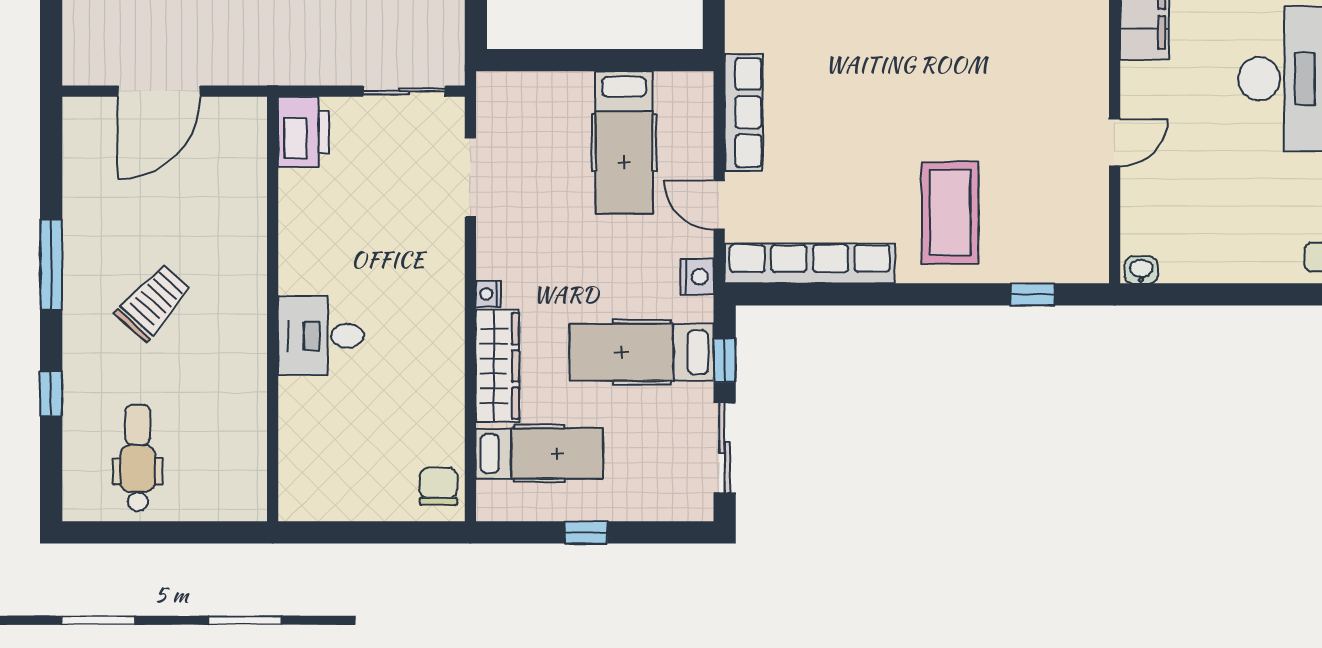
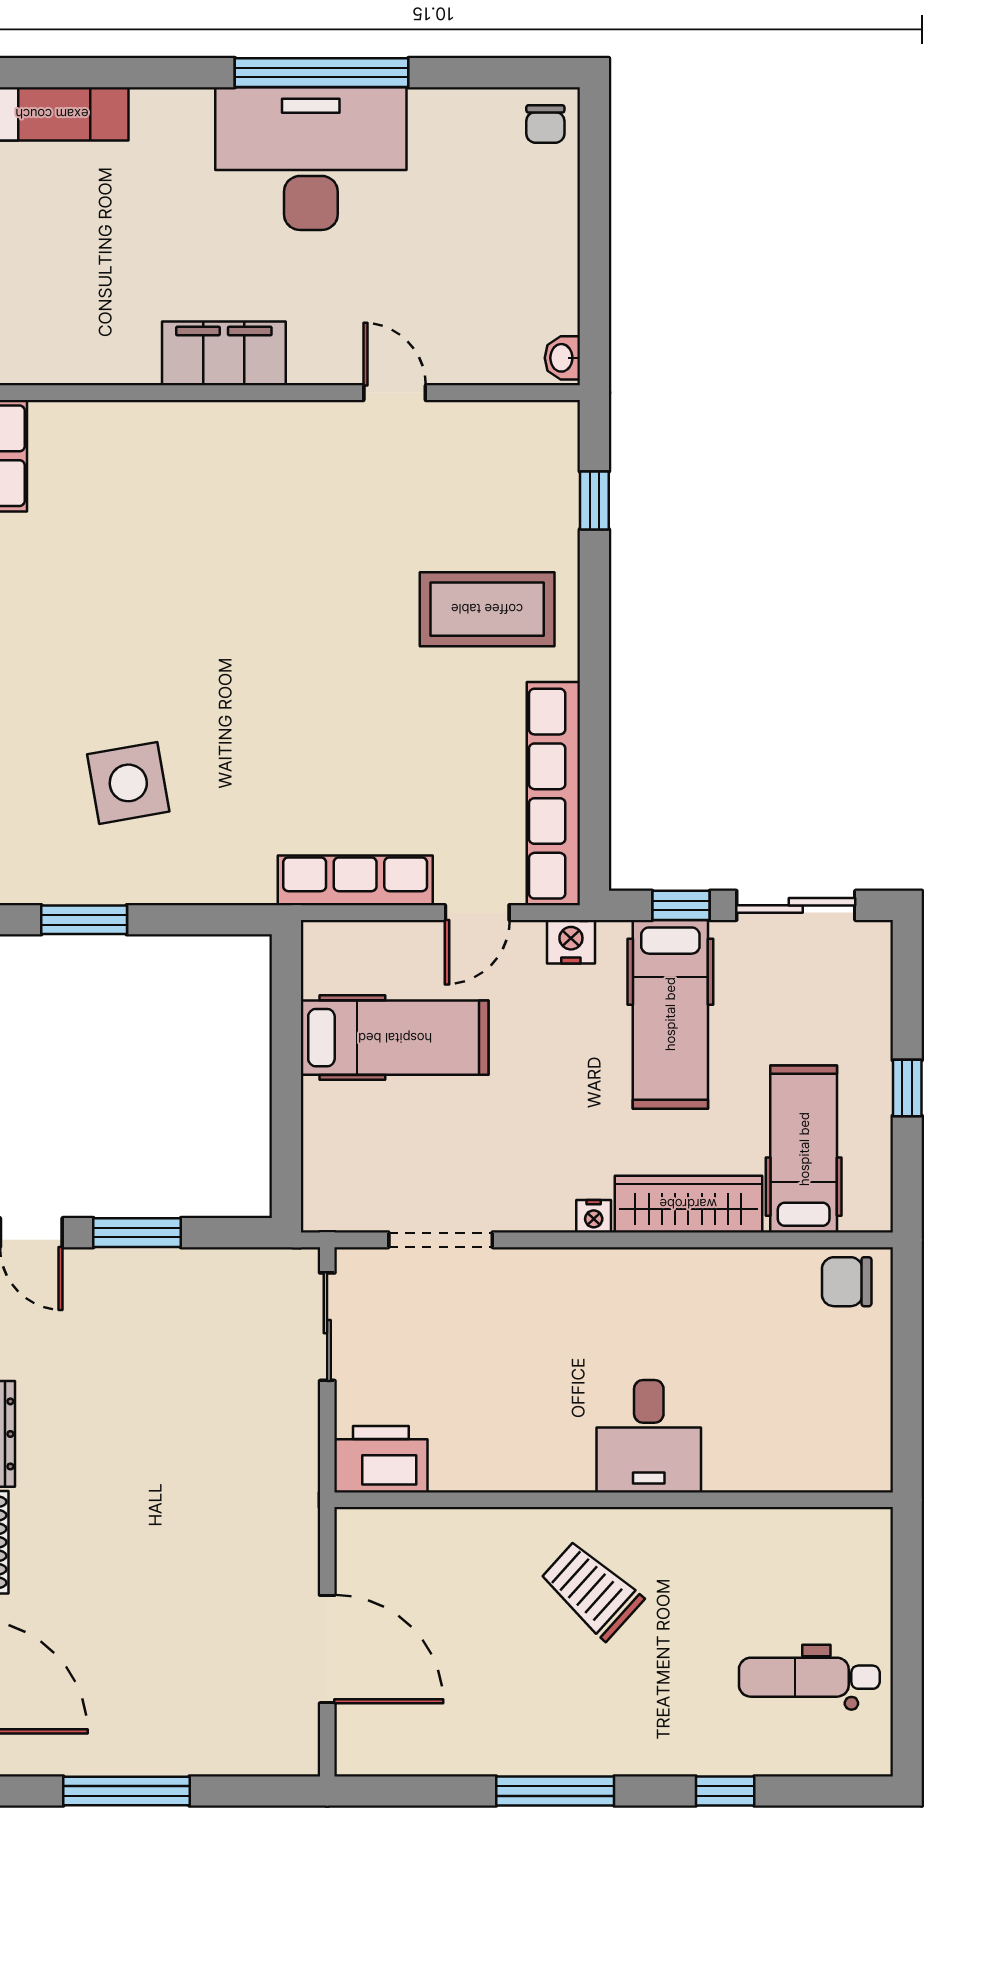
trolley: (153, 302) -> (592, 1590), moved

